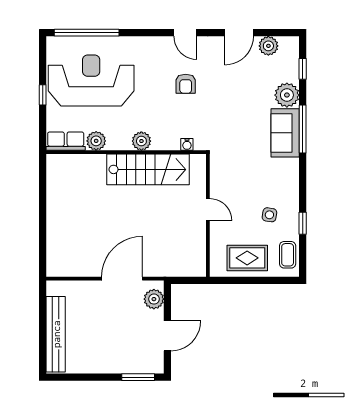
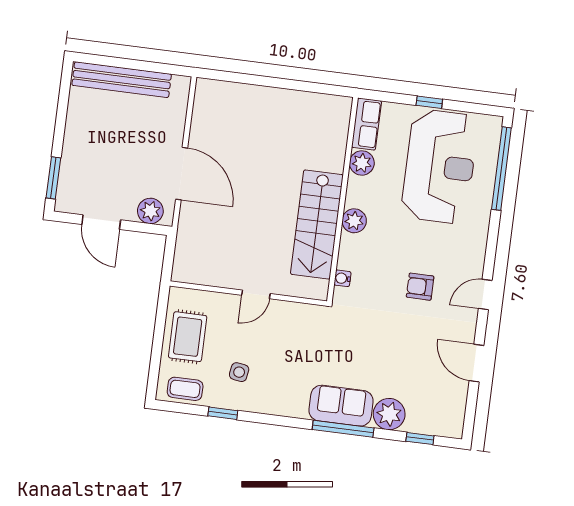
plant: (268, 46) -> (455, 399), removed

